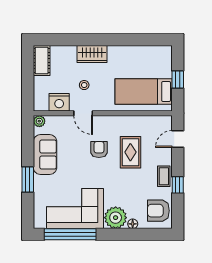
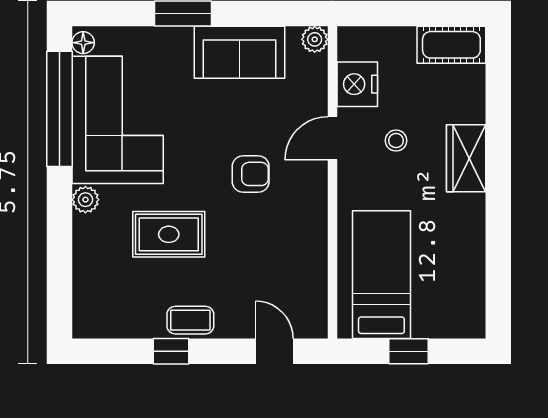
rug: (130, 152) -> (169, 234), moved
armchair: (158, 211) -> (113, 308), removed
plant: (116, 218) -> (85, 200), width x0.53, depth x0.53
floor lamp: (133, 224) -> (83, 43), moved

